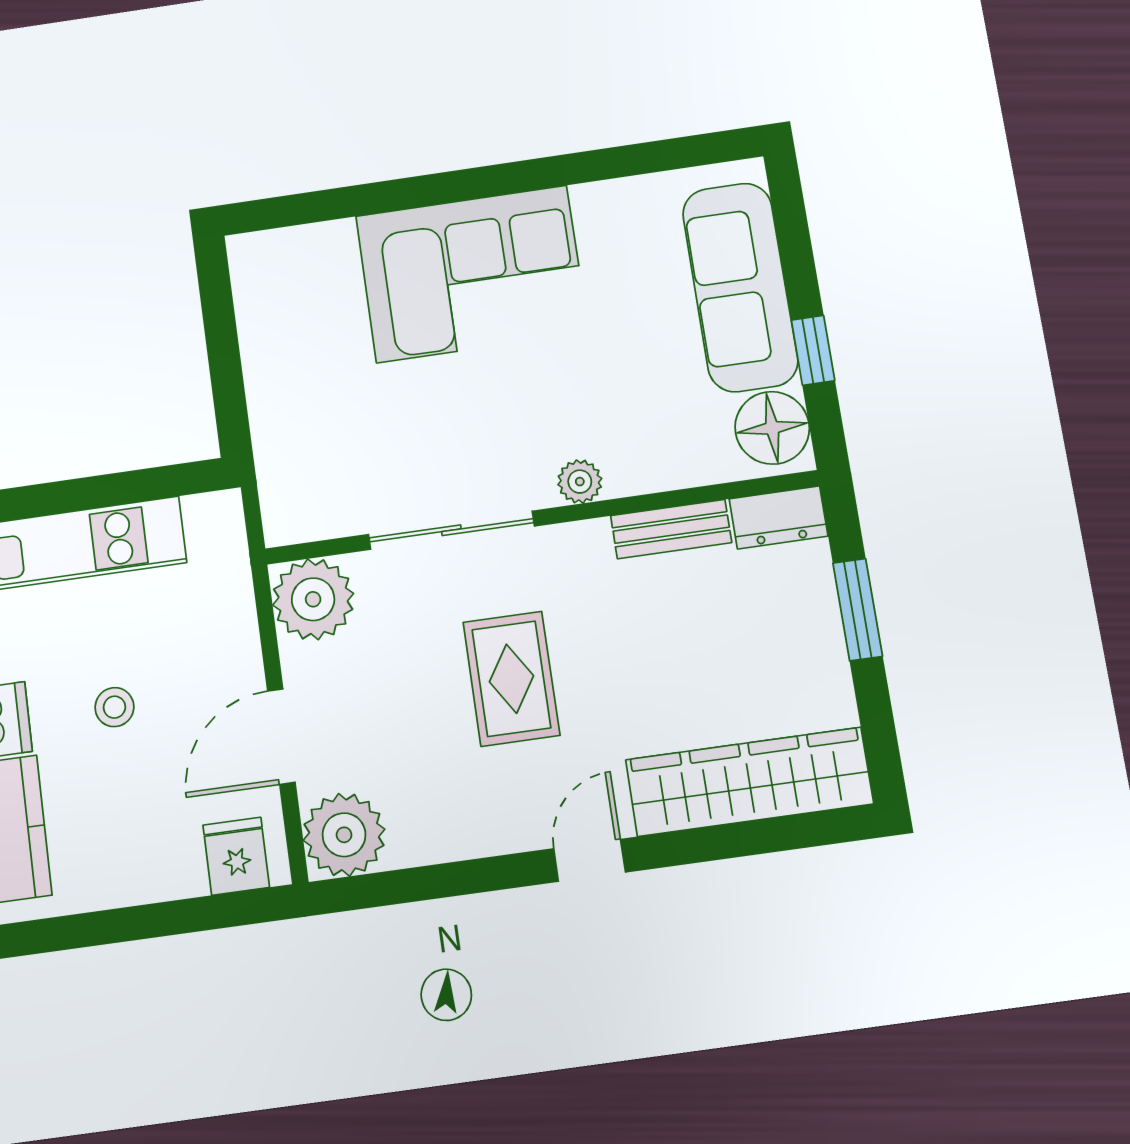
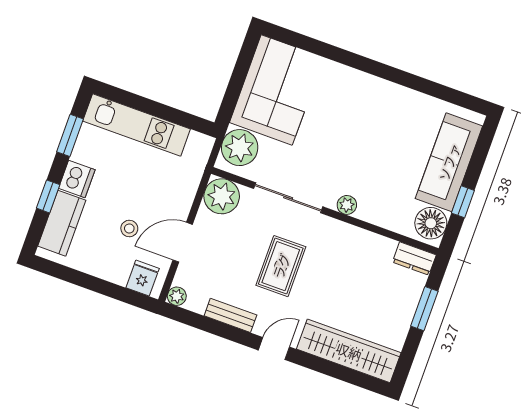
corner sofa: (472, 274) -> (277, 90), moved, turned -90
plant: (298, 481) -> (240, 148), added
bench: (671, 529) -> (230, 315), moved
stool: (114, 707) -> (129, 228), moved
plant: (344, 835) -> (177, 296), width x0.53, depth x0.53

